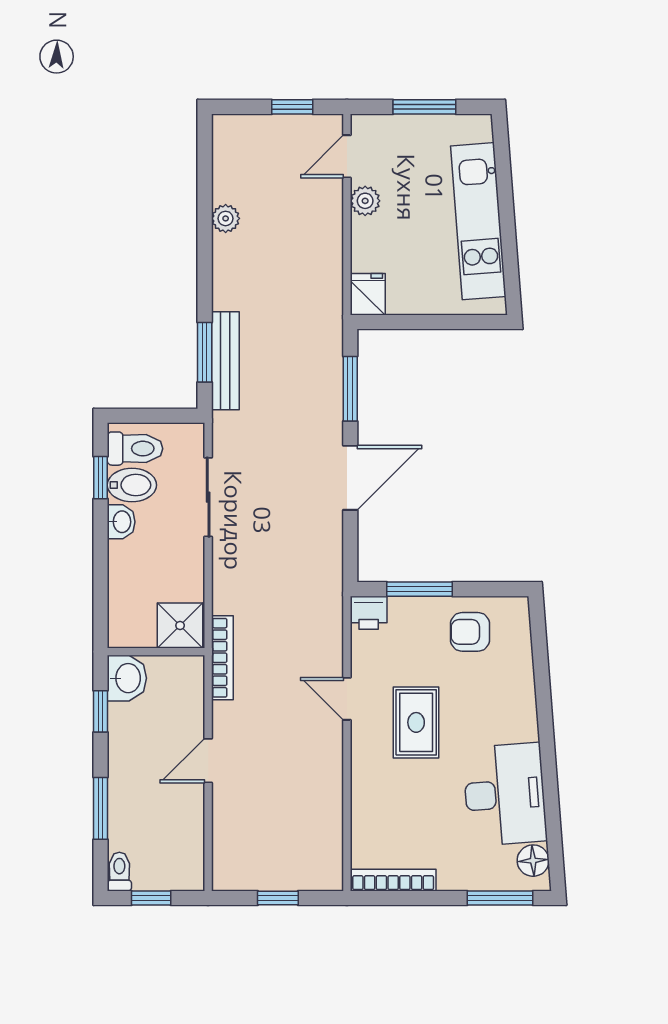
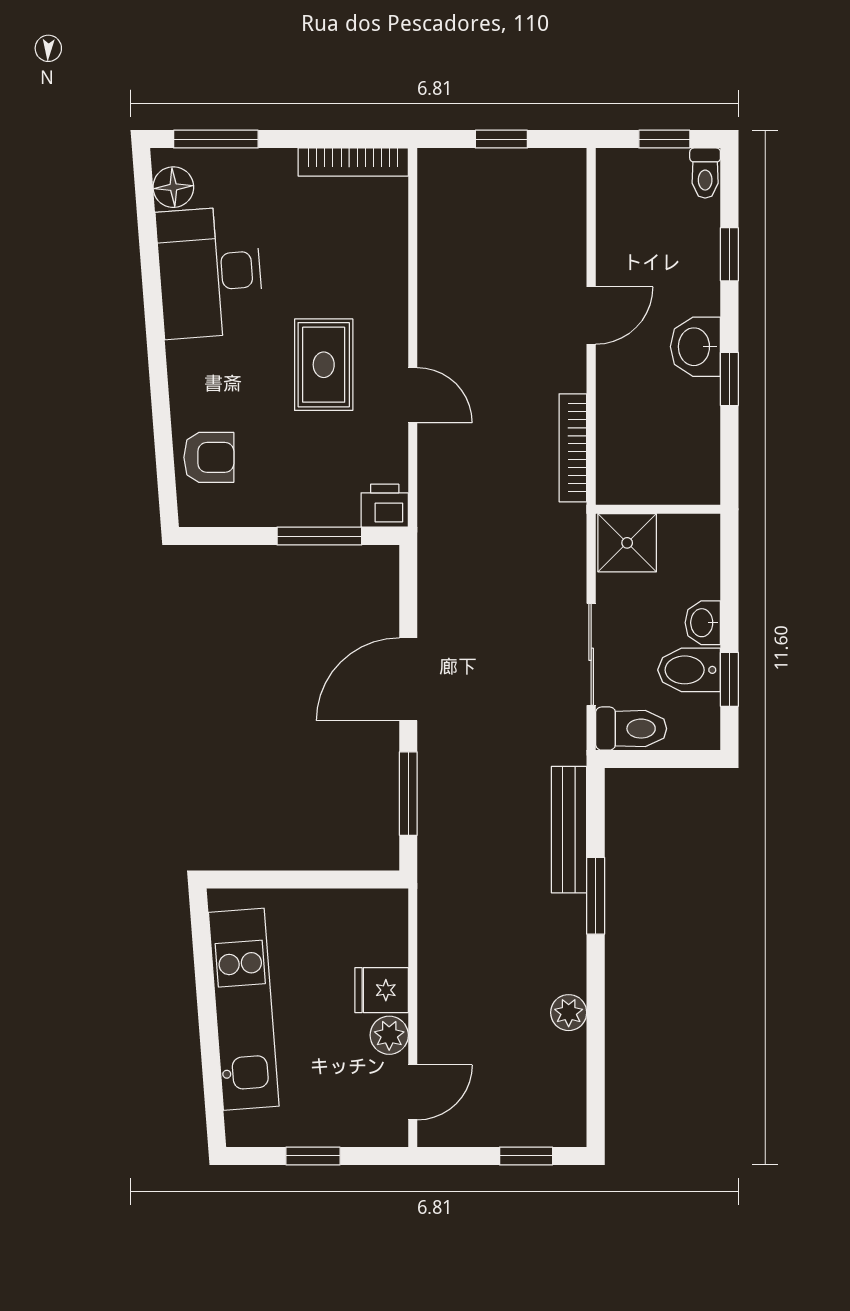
window: (292, 107) -> (526, 1156), moved
window: (424, 107) -> (313, 1156), width x0.67
fridge: (368, 294) -> (382, 990), moved, turned 90
window: (205, 352) -> (596, 896), moved
toilet: (135, 449) -> (631, 729), moved, turned 180
shower: (180, 625) -> (627, 543), moved
armchair: (470, 632) -> (209, 457), moved
wall: (156, 652) -> (658, 509), moved
washbasin: (127, 678) -> (695, 347), moved
window: (100, 808) -> (729, 254), width x0.67

